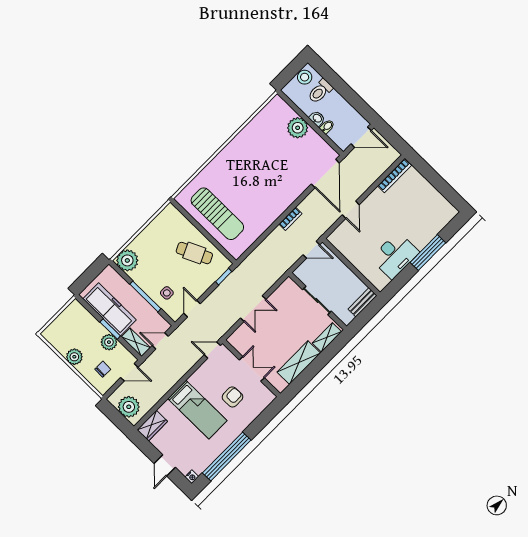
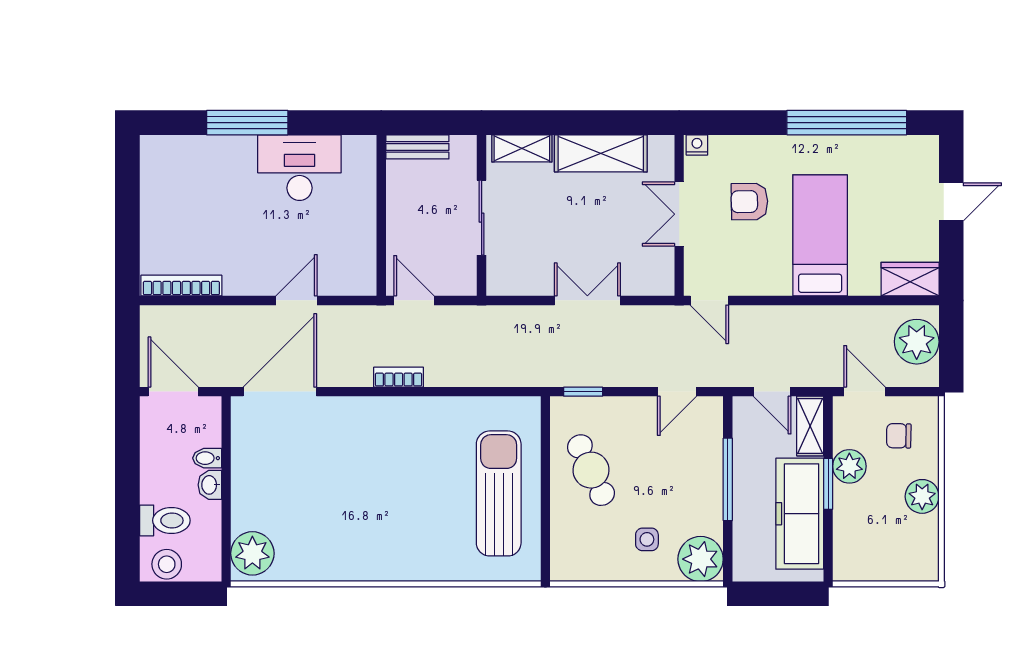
plant: (298, 128) -> (252, 553), moved
side table: (167, 293) -> (647, 539), moved
nightstand: (192, 477) -> (697, 145), moved

